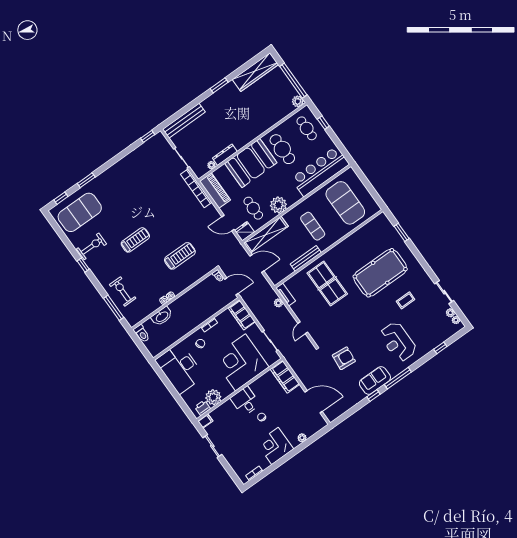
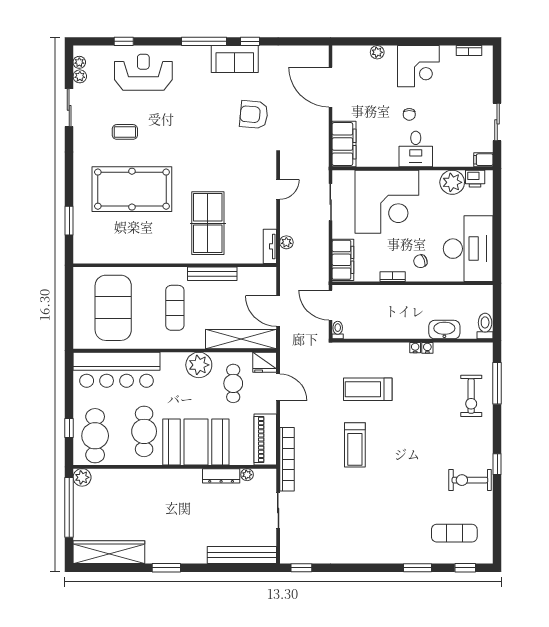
cafe table: (307, 128) -> (95, 436), width x1.37, depth x1.35
exercise mat: (80, 212) -> (454, 533), width x0.50, depth x0.69
treadmill: (135, 240) -> (355, 445), moved, turned -90
reception desk: (398, 342) -> (143, 72), moved, turned -90

